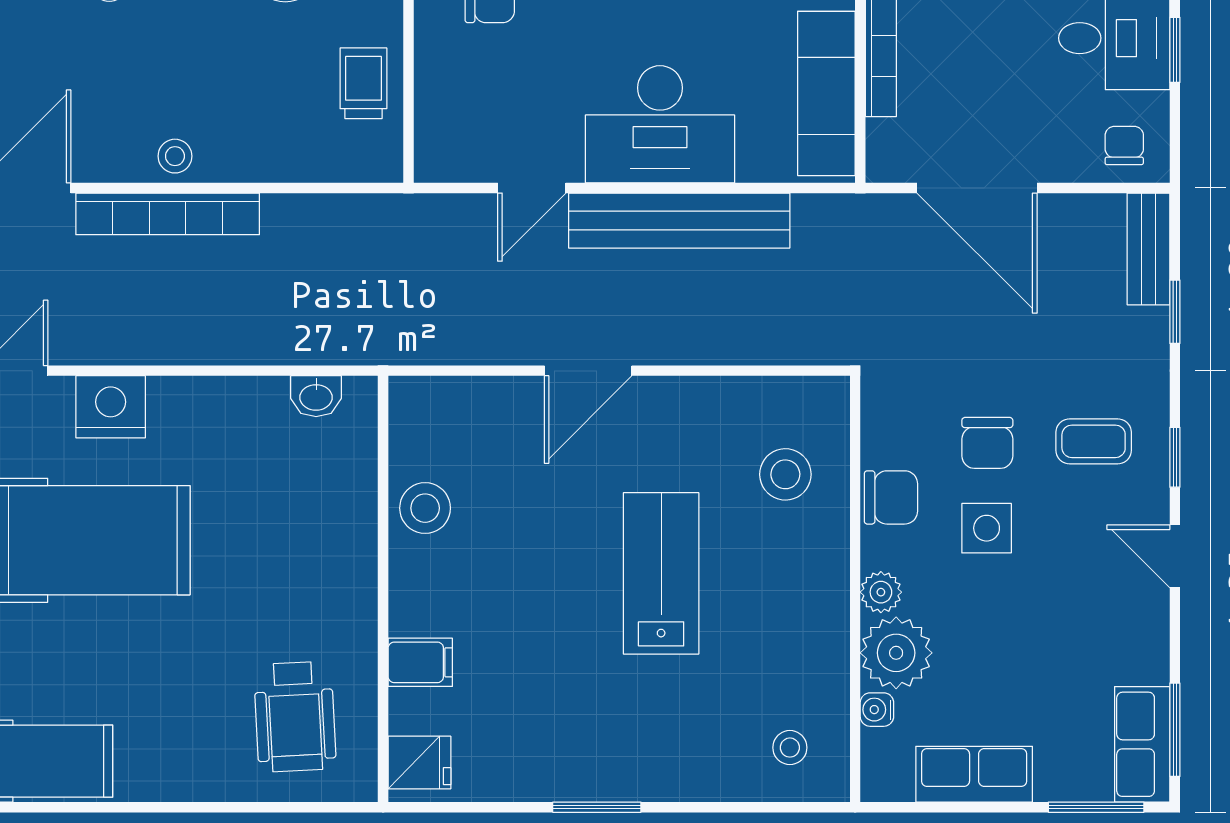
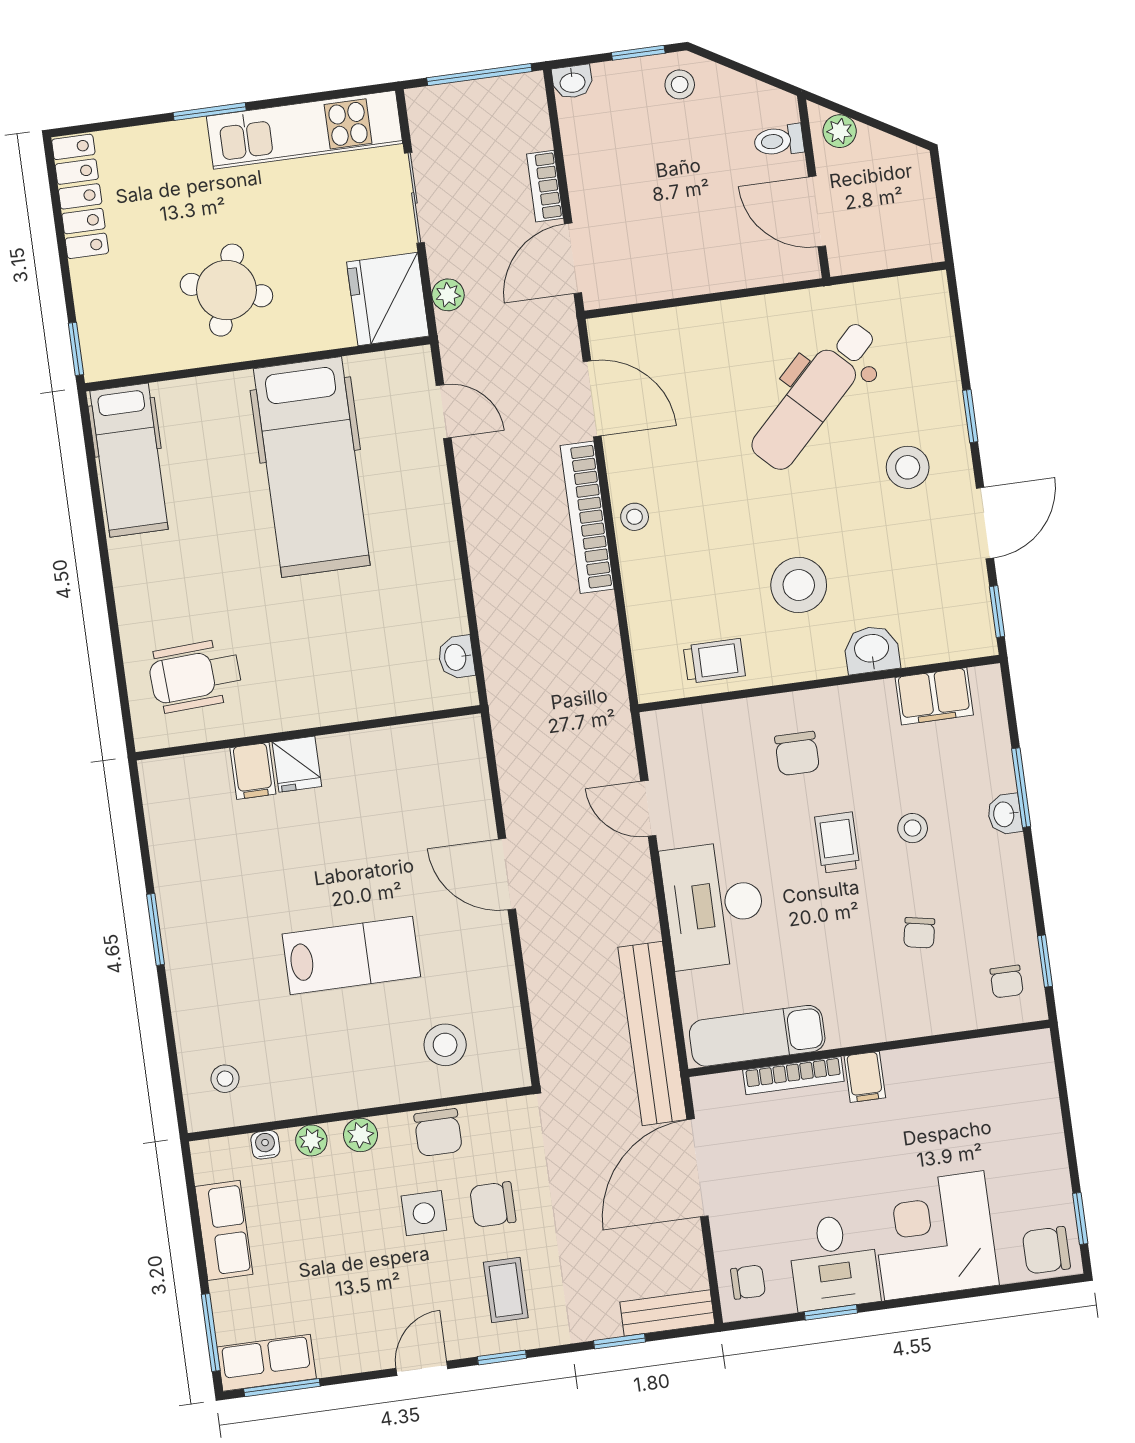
bench: (679, 221) -> (652, 1033), moved
nightstand: (111, 407) -> (425, 493), removed
stool: (425, 508) -> (378, 758), removed
plant: (896, 653) -> (311, 1140), width x0.53, depth x0.53
fridge: (419, 762) -> (297, 764), moved

